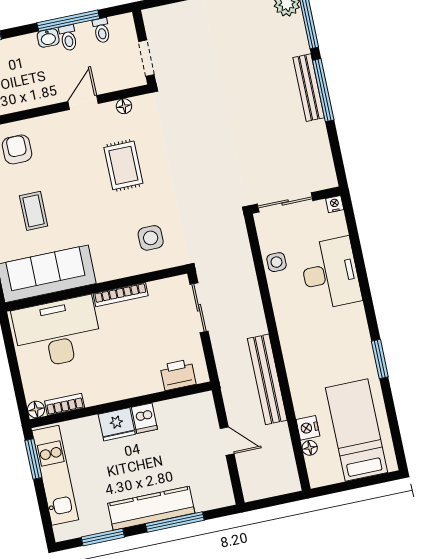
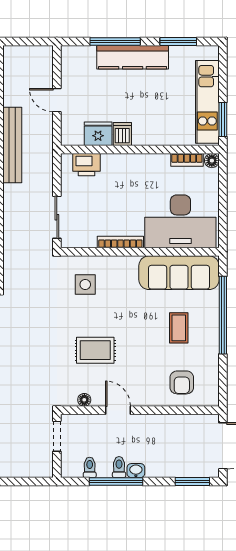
door: (83, 103) -> (118, 410), swing flipped
rug: (123, 165) -> (95, 350), turned 90
fridge: (117, 424) -> (98, 134), moved

